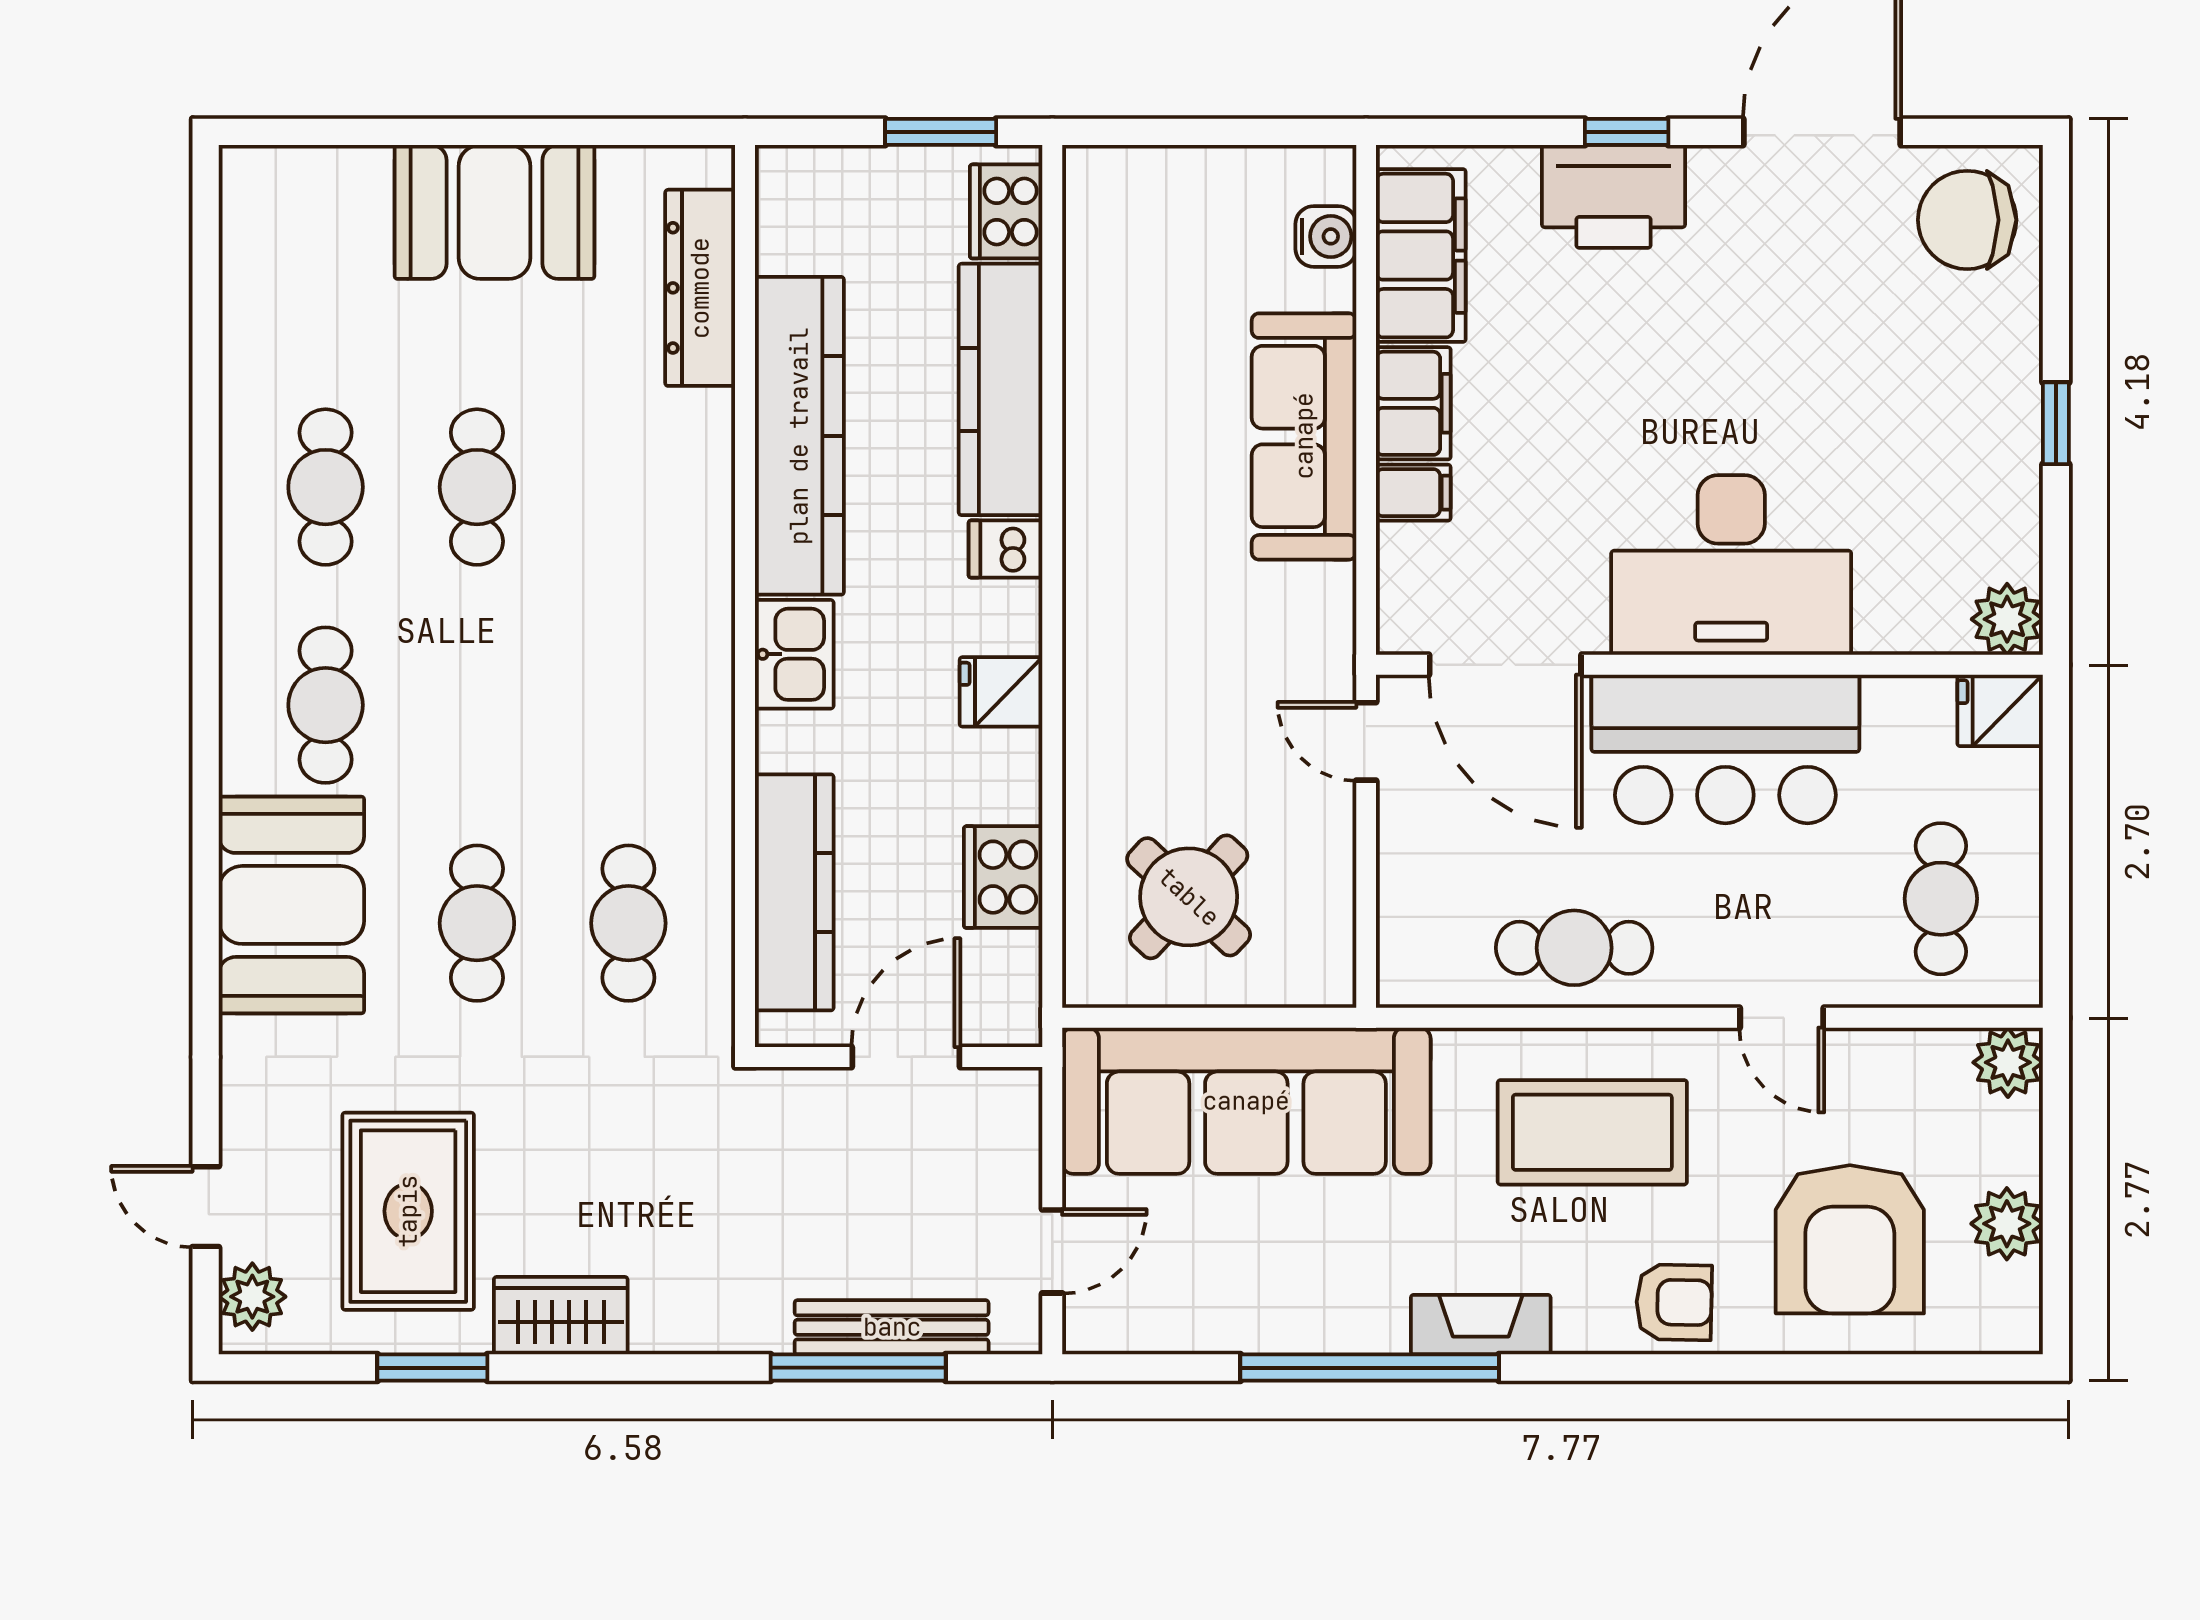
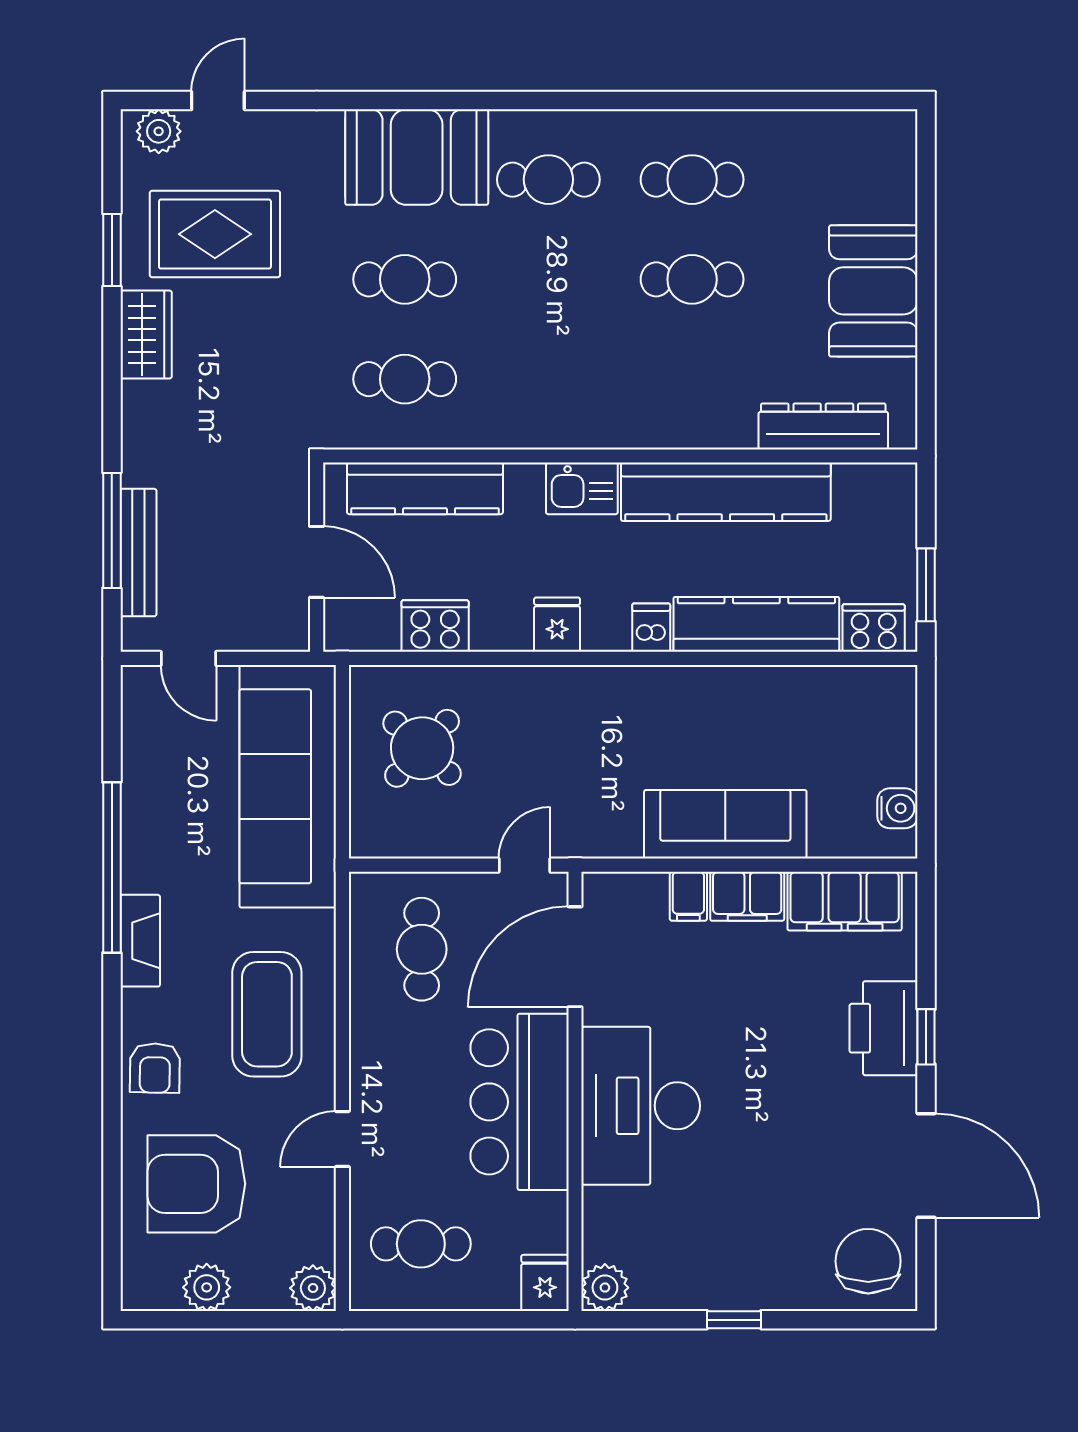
water cooler: (1326, 236) -> (897, 808), moved, turned -90
cafe table: (1574, 948) -> (422, 949), moved

